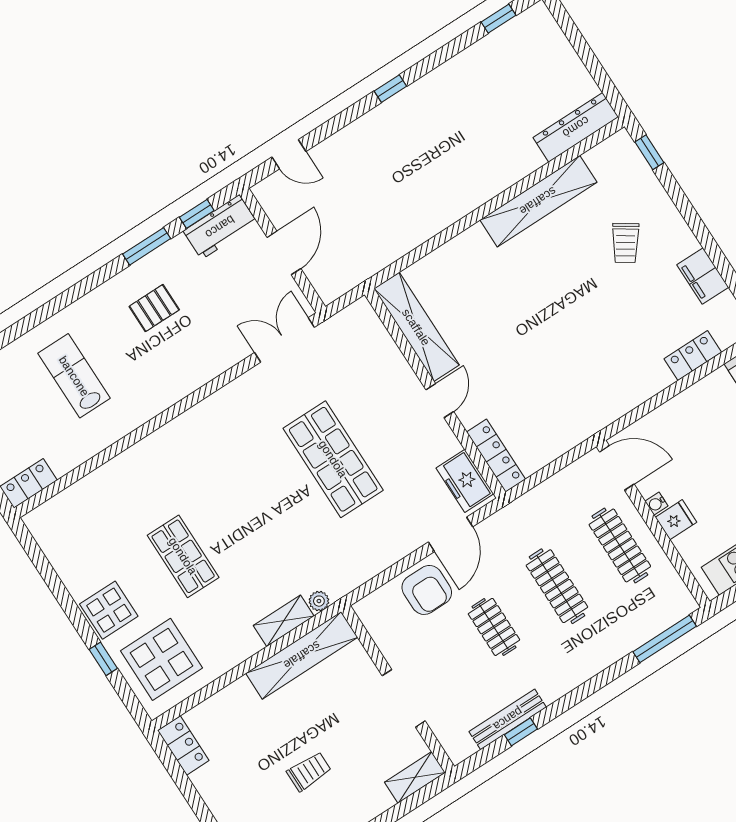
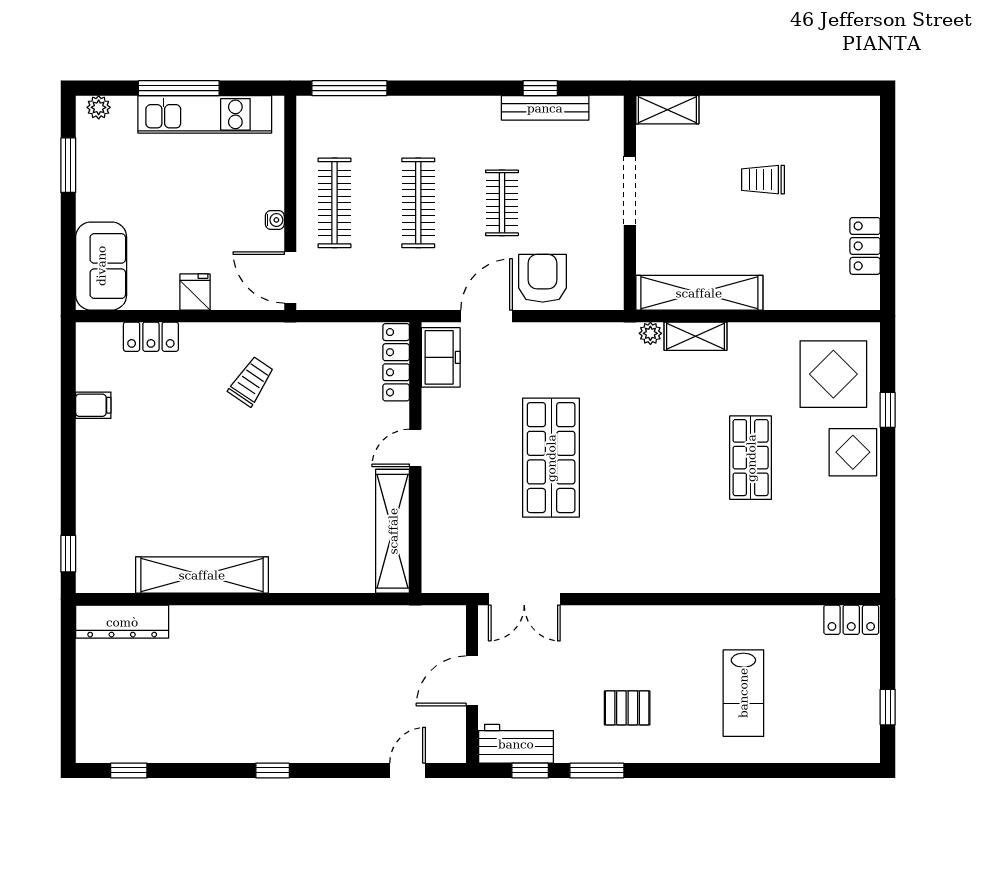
door: (289, 154) -> (408, 770), hinge flipped
trolley: (626, 243) -> (251, 381), moved
filing cabinet: (703, 276) -> (93, 405), width x0.50
fridge: (676, 520) -> (195, 292), moved, turned 90
locker: (183, 745) -> (865, 246), moved

